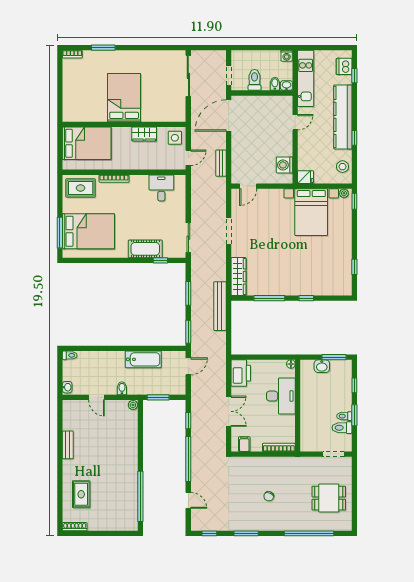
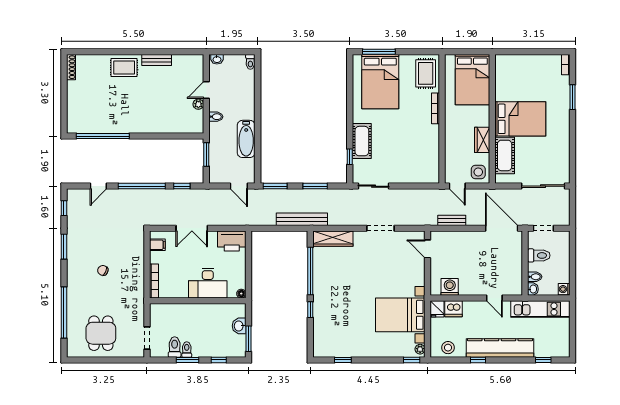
dishwasher: (344, 66) -> (454, 309), moved, turned 180
cot: (159, 113) -> (505, 155), added
desk: (161, 188) -> (426, 158), removed
window: (269, 298) -> (310, 271), width x1.46
plant: (133, 405) -> (198, 104), moved
rug: (81, 494) -> (124, 68), moved

